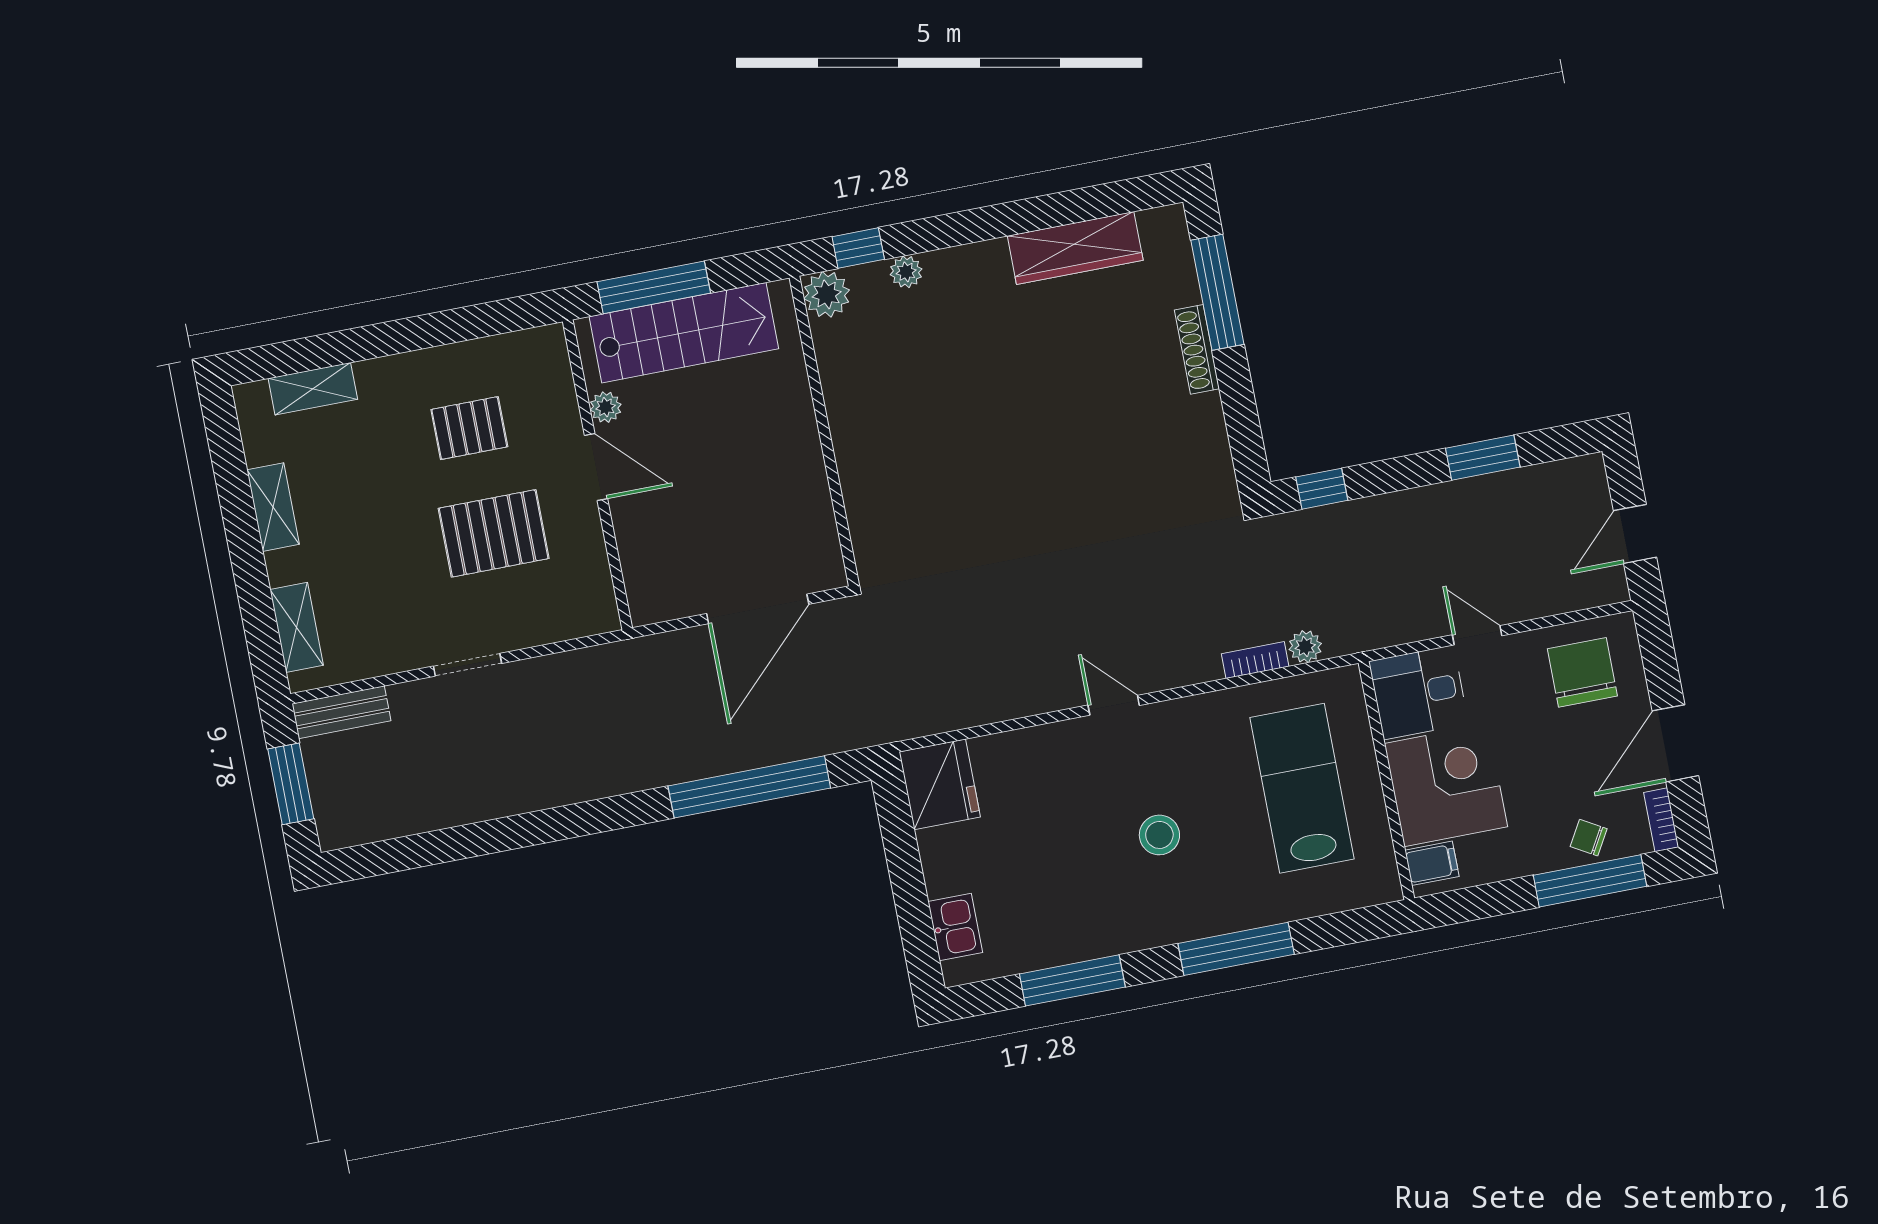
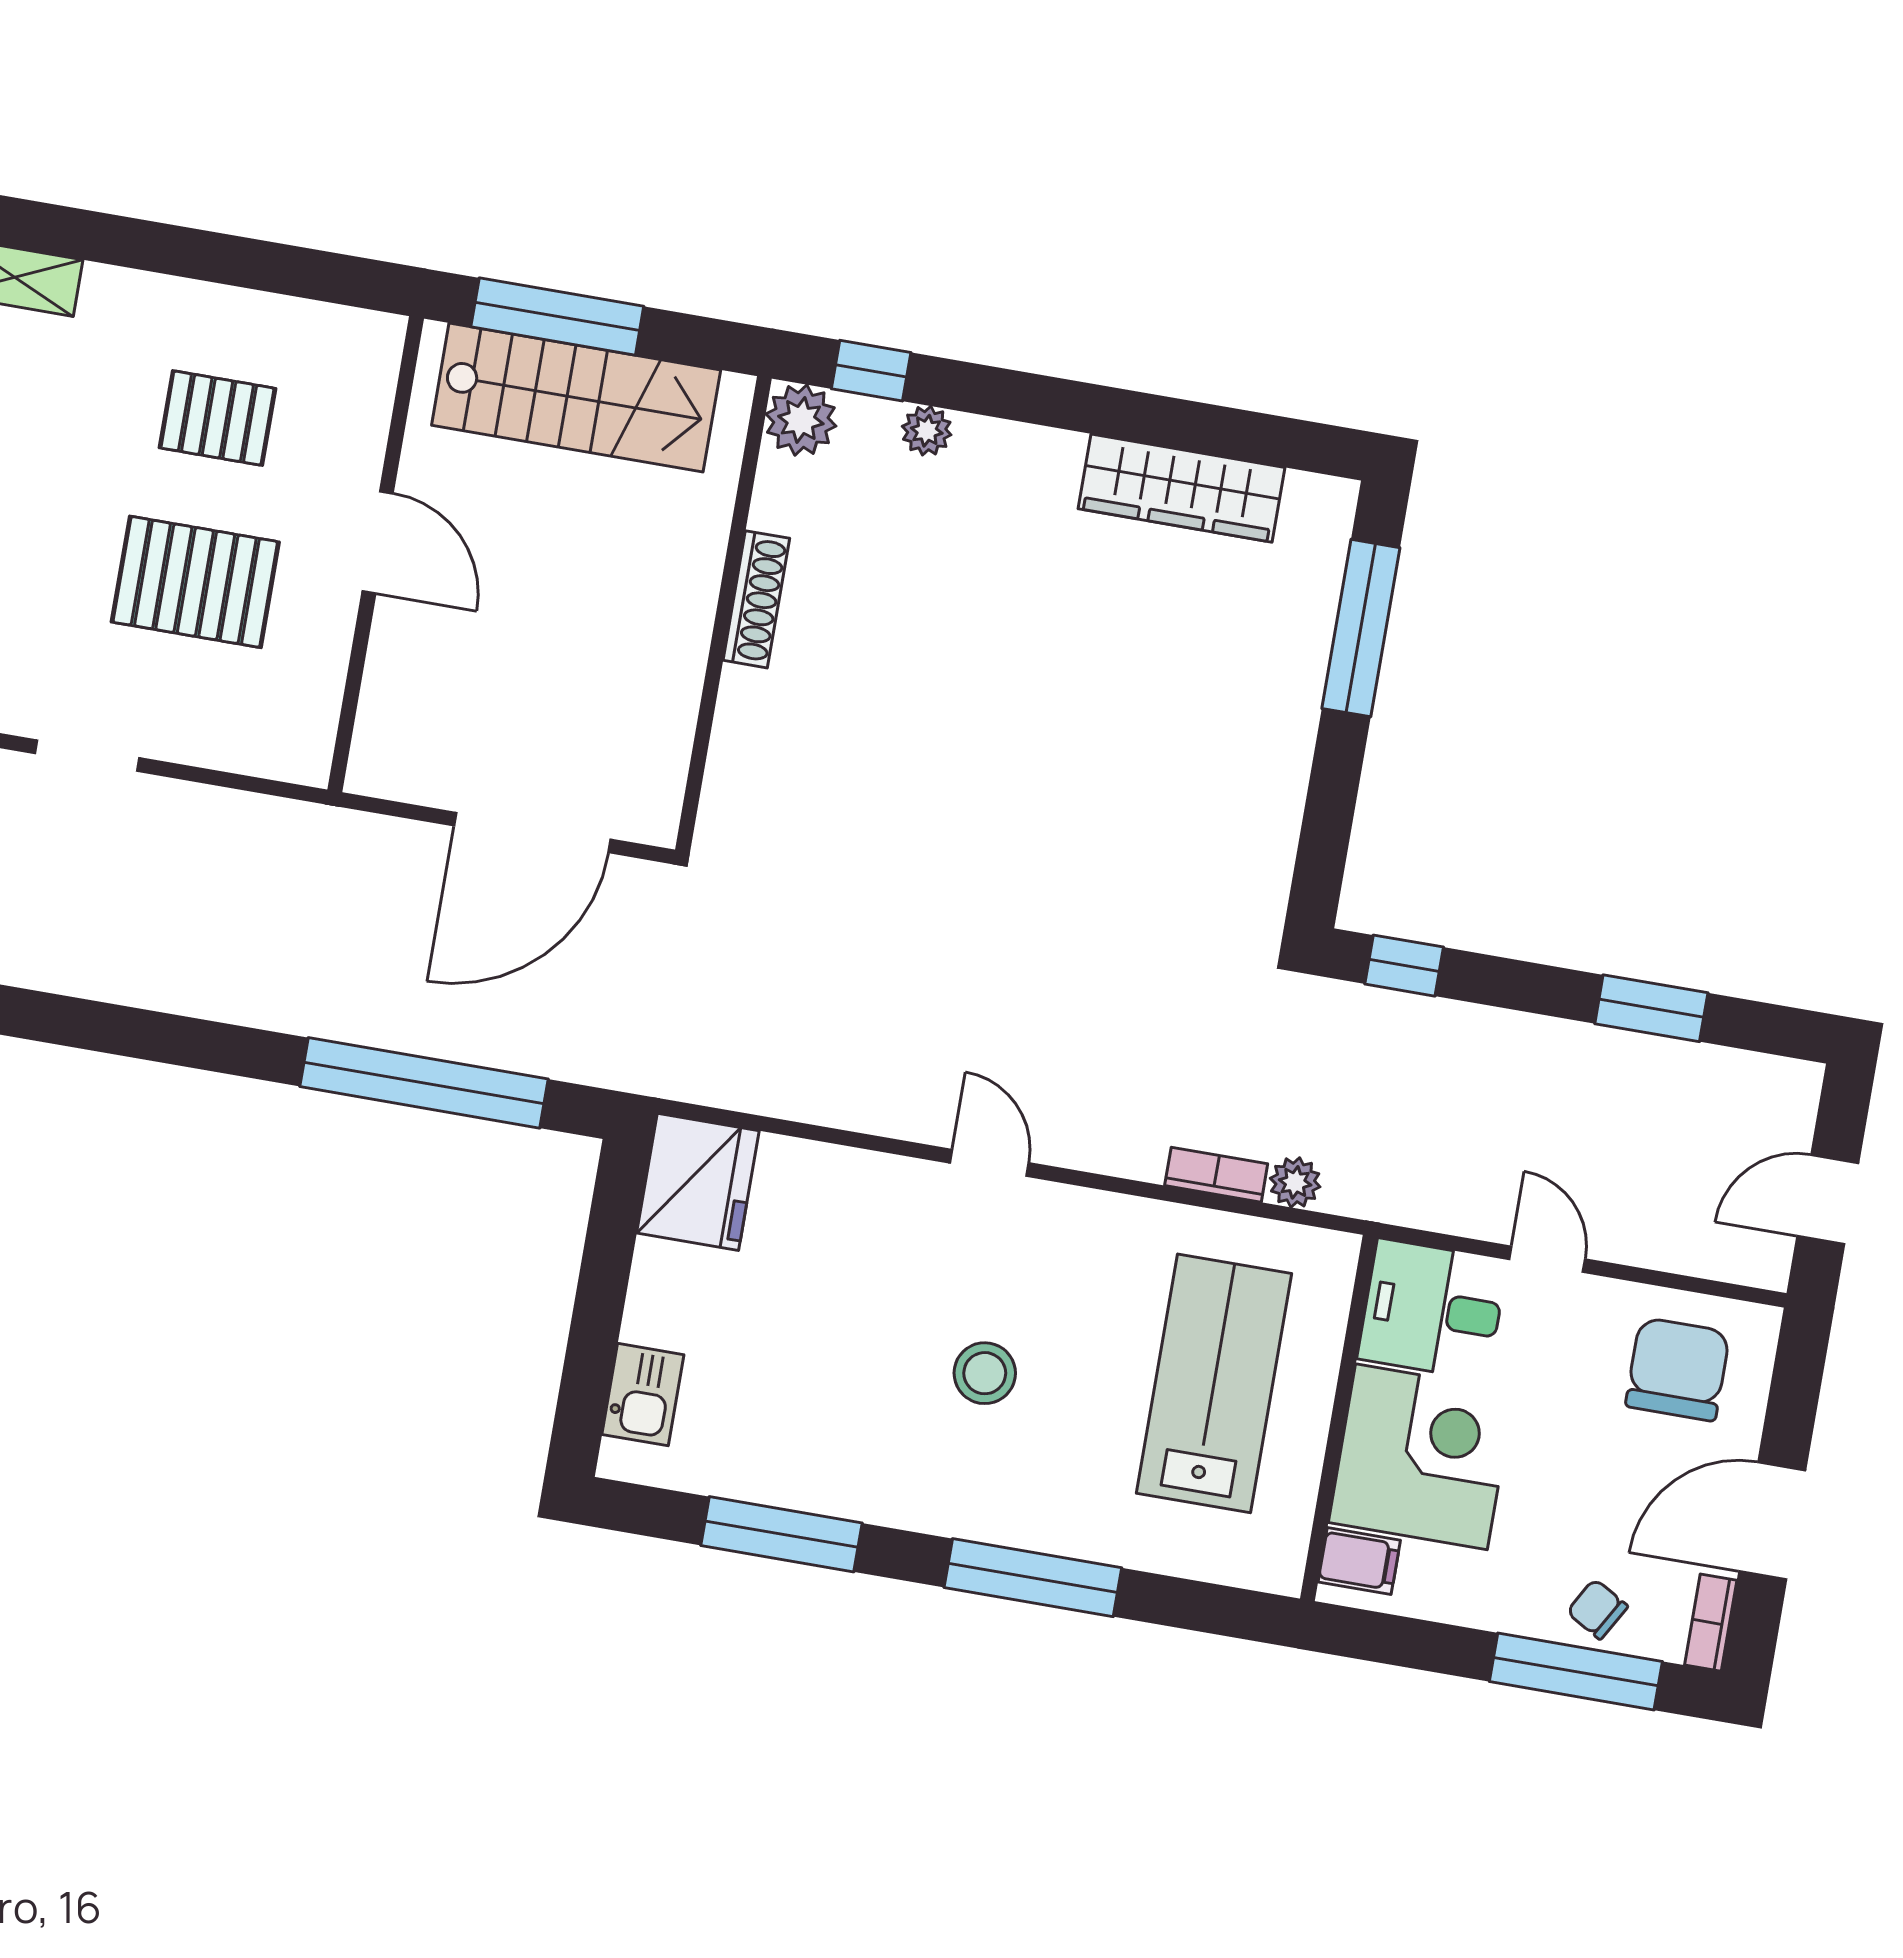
shoe rack: (1197, 349) -> (756, 599), moved, turned 180
plant: (606, 407) -> (424, 462), removed

